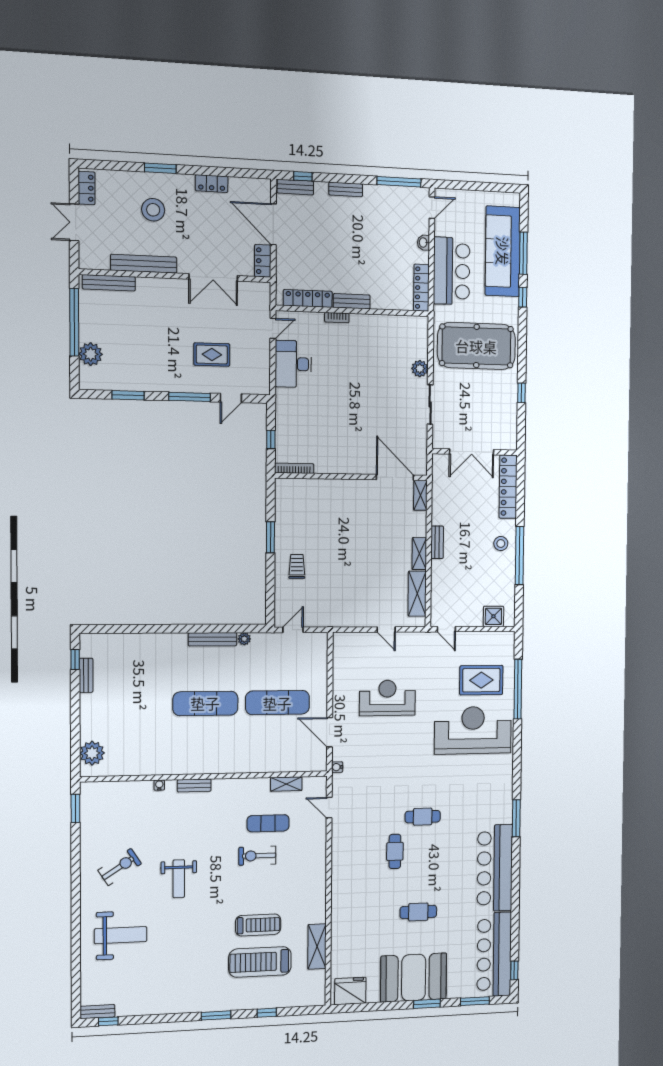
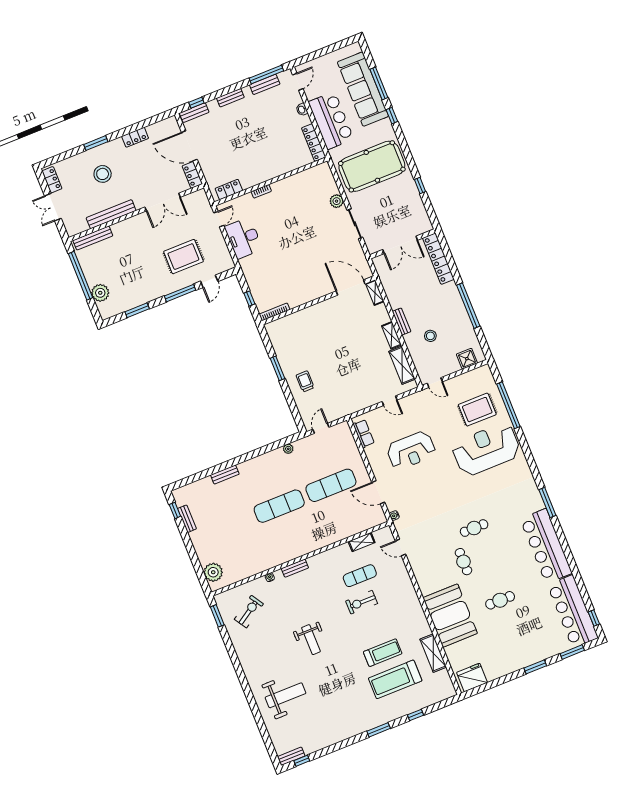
locker: (308, 298) -> (229, 189), width x0.66
bench: (352, 301) -> (265, 84), moved
rug: (212, 355) -> (183, 257), width x1.36, depth x1.43
stool: (501, 544) -> (430, 336), moved
bench: (213, 639) -> (225, 475), moved, width x0.73
row of seats: (341, 656) -> (364, 434), added
reception desk: (387, 698) -> (411, 450), turned 180
exercise bike: (120, 867) -> (249, 612), moved
booth: (414, 978) -> (450, 616), moved, turned 90

